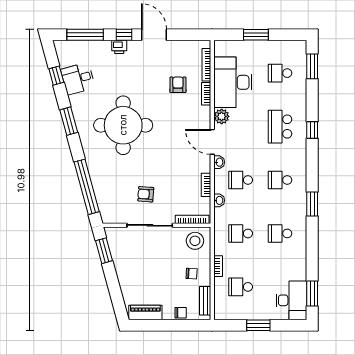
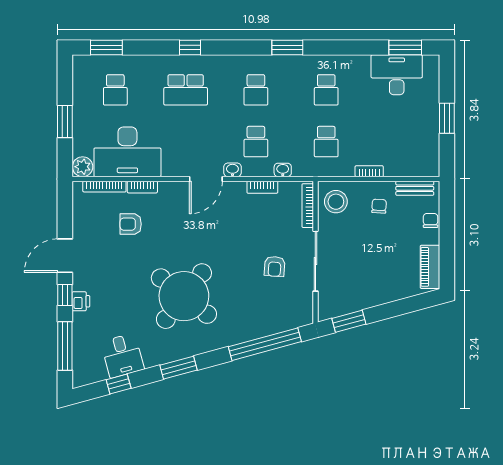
plant: (222, 116) -> (83, 167), moved
round table: (123, 125) -> (184, 296), turned 38
school desk: (241, 287) -> (396, 142), removed
desk: (291, 300) -> (397, 75), moved

